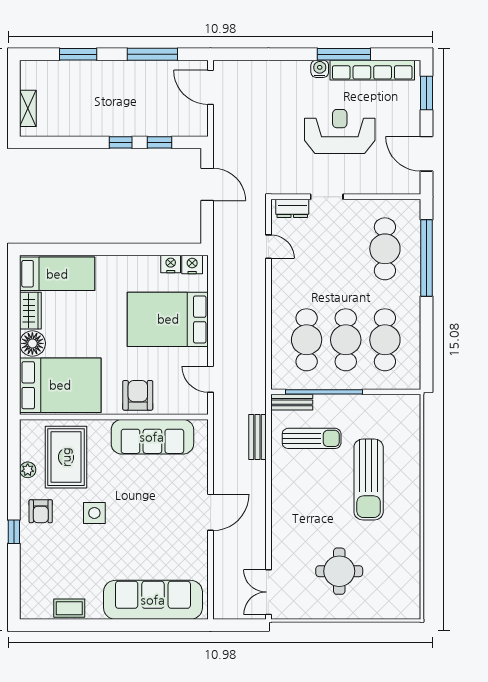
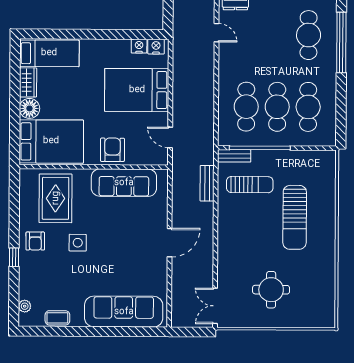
plant: (28, 470) -> (25, 306), moved

